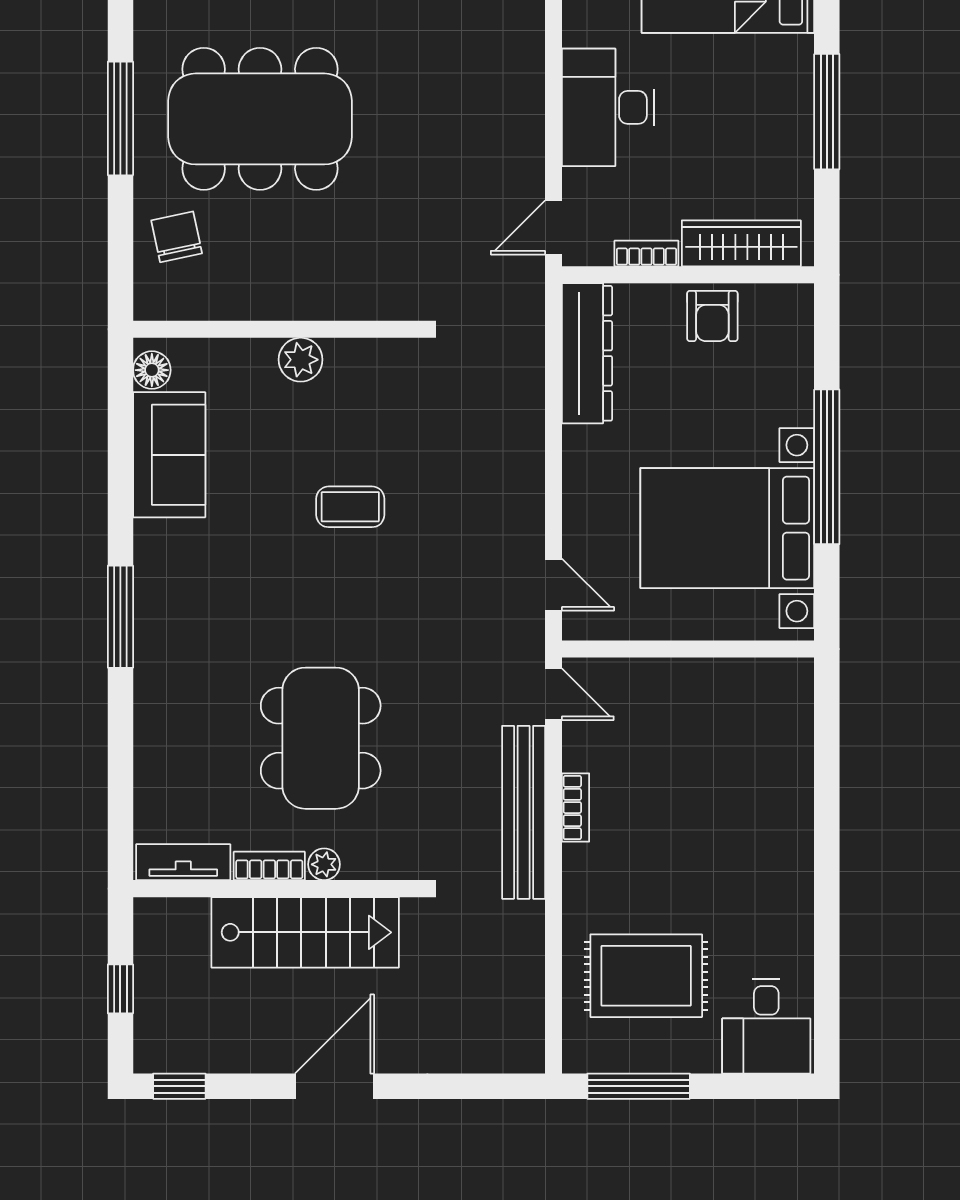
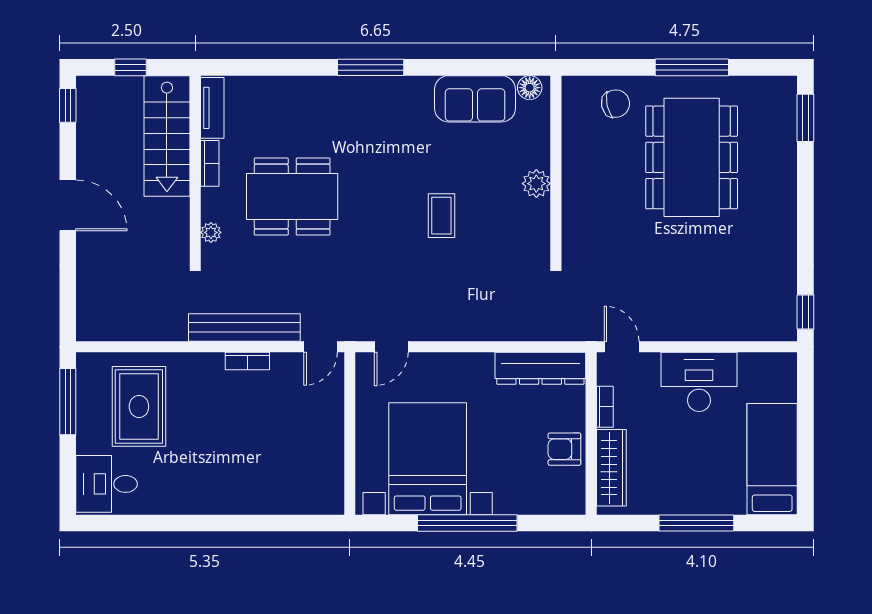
plant: (324, 864) -> (211, 232), moved
stairs: (305, 932) -> (167, 136), moved

